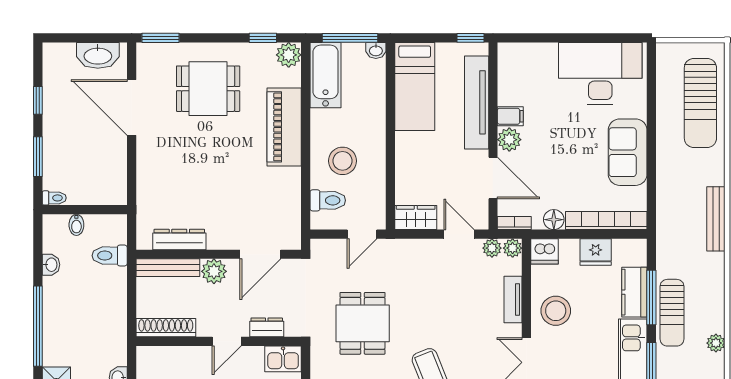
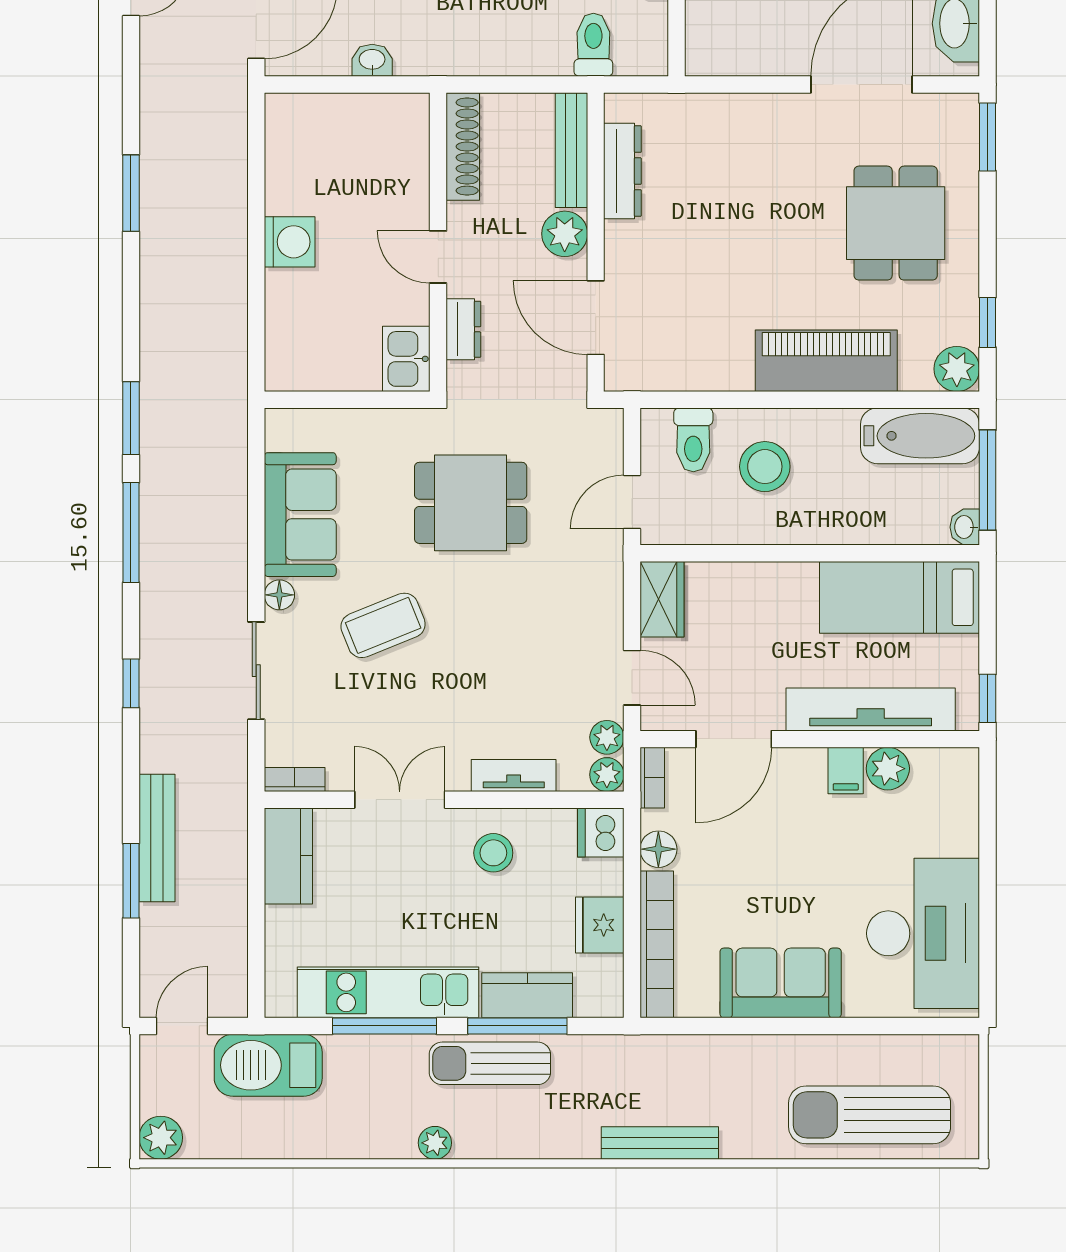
plant: (509, 140) -> (888, 769), moved
door: (362, 234) -> (632, 502), hinge flipped
door: (459, 234) -> (632, 678), hinge flipped
stool: (556, 311) -> (493, 853), width x0.73, depth x0.73

